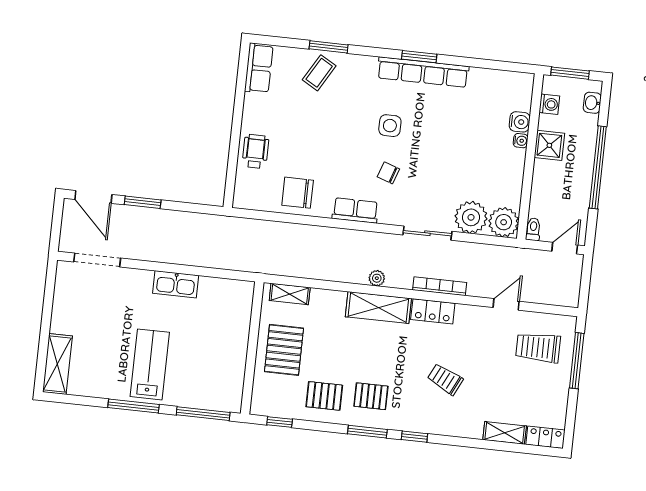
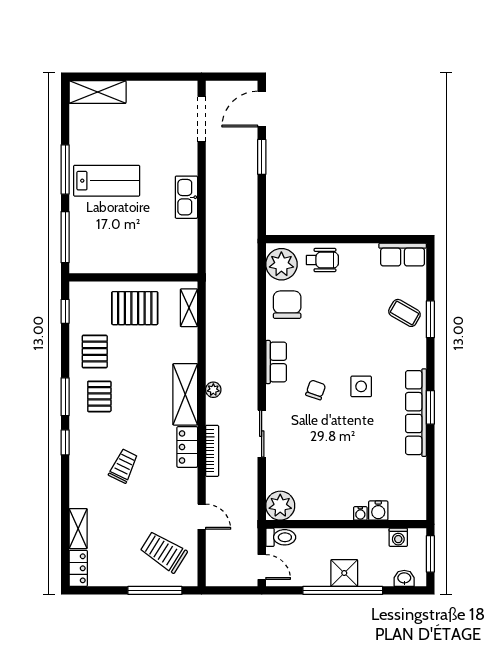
shower: (549, 145) -> (344, 573), moved
plant: (471, 217) -> (281, 264), moved
toilet: (533, 229) -> (281, 537), width x1.37, depth x1.39
trolley: (538, 347) -> (164, 552), turned -58

